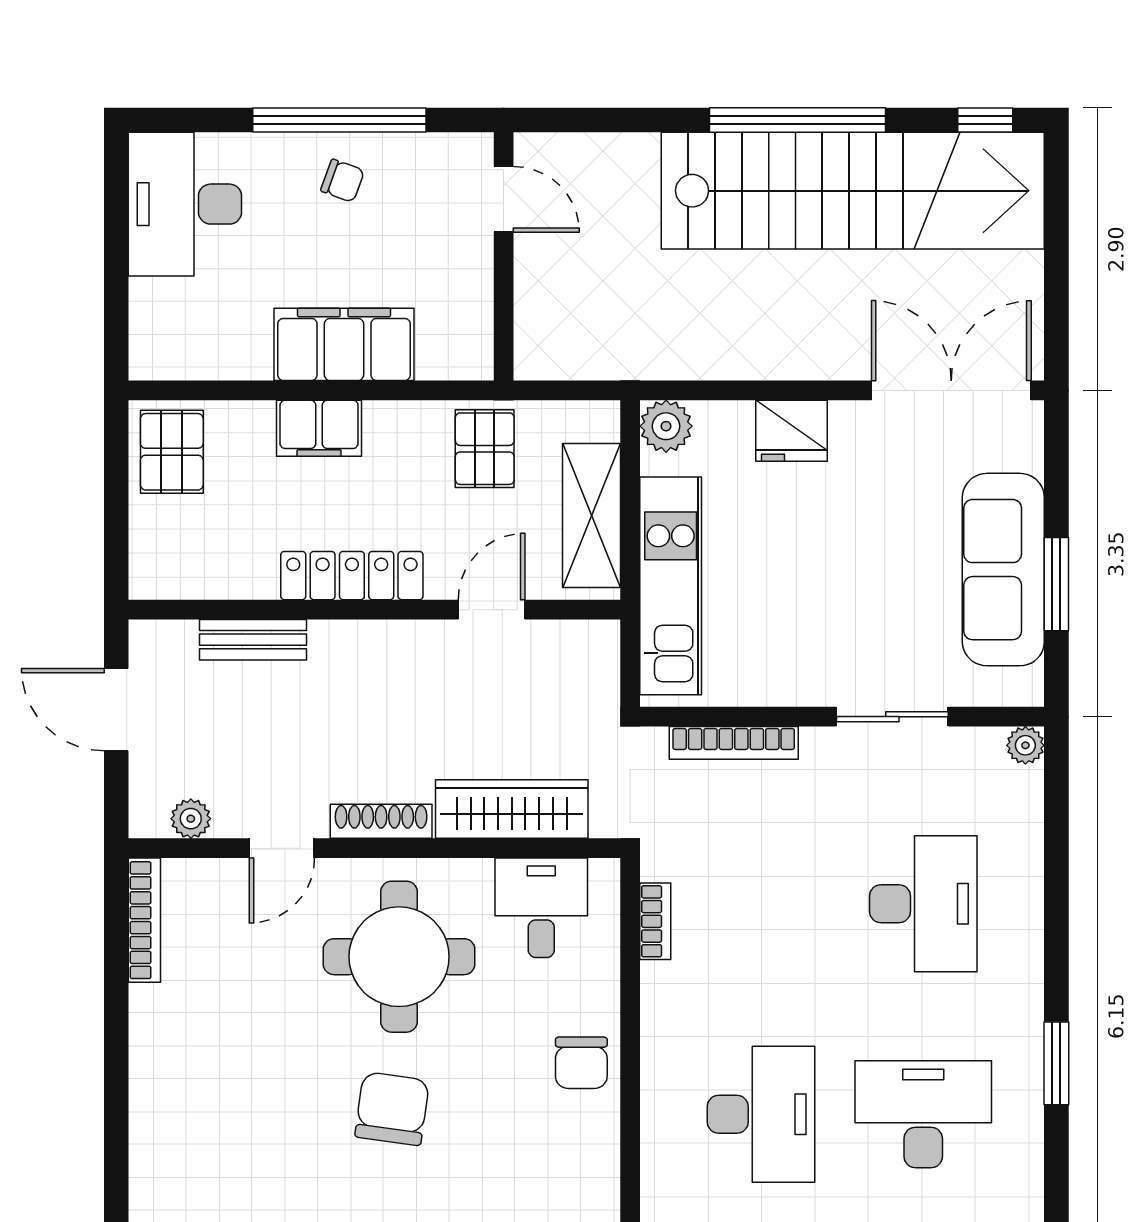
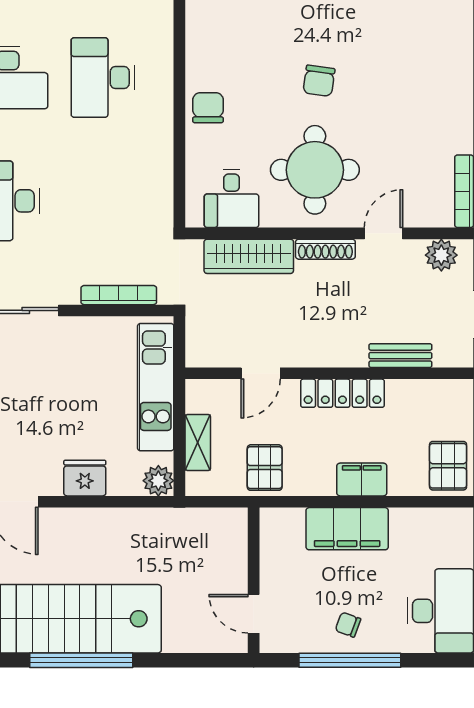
shelving: (592, 515) -> (198, 443), width x0.67, depth x0.75
plant: (191, 819) -> (441, 255), width x1.38, depth x1.38
bookcase: (655, 921) -> (165, 191), removed
chair: (392, 1109) -> (319, 81), width x0.73, depth x0.73

